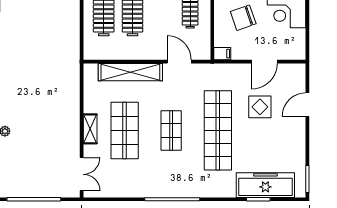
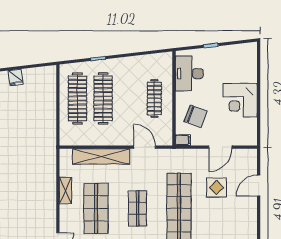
chair: (243, 18) -> (196, 116), moved, turned -141
shelving: (90, 129) -> (65, 191), moved

